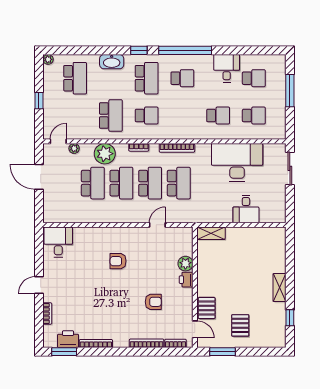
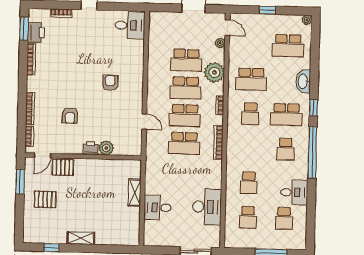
desk: (237, 162) -> (207, 207), width x0.73, depth x0.77
shelving: (211, 233) -> (135, 193), moved

